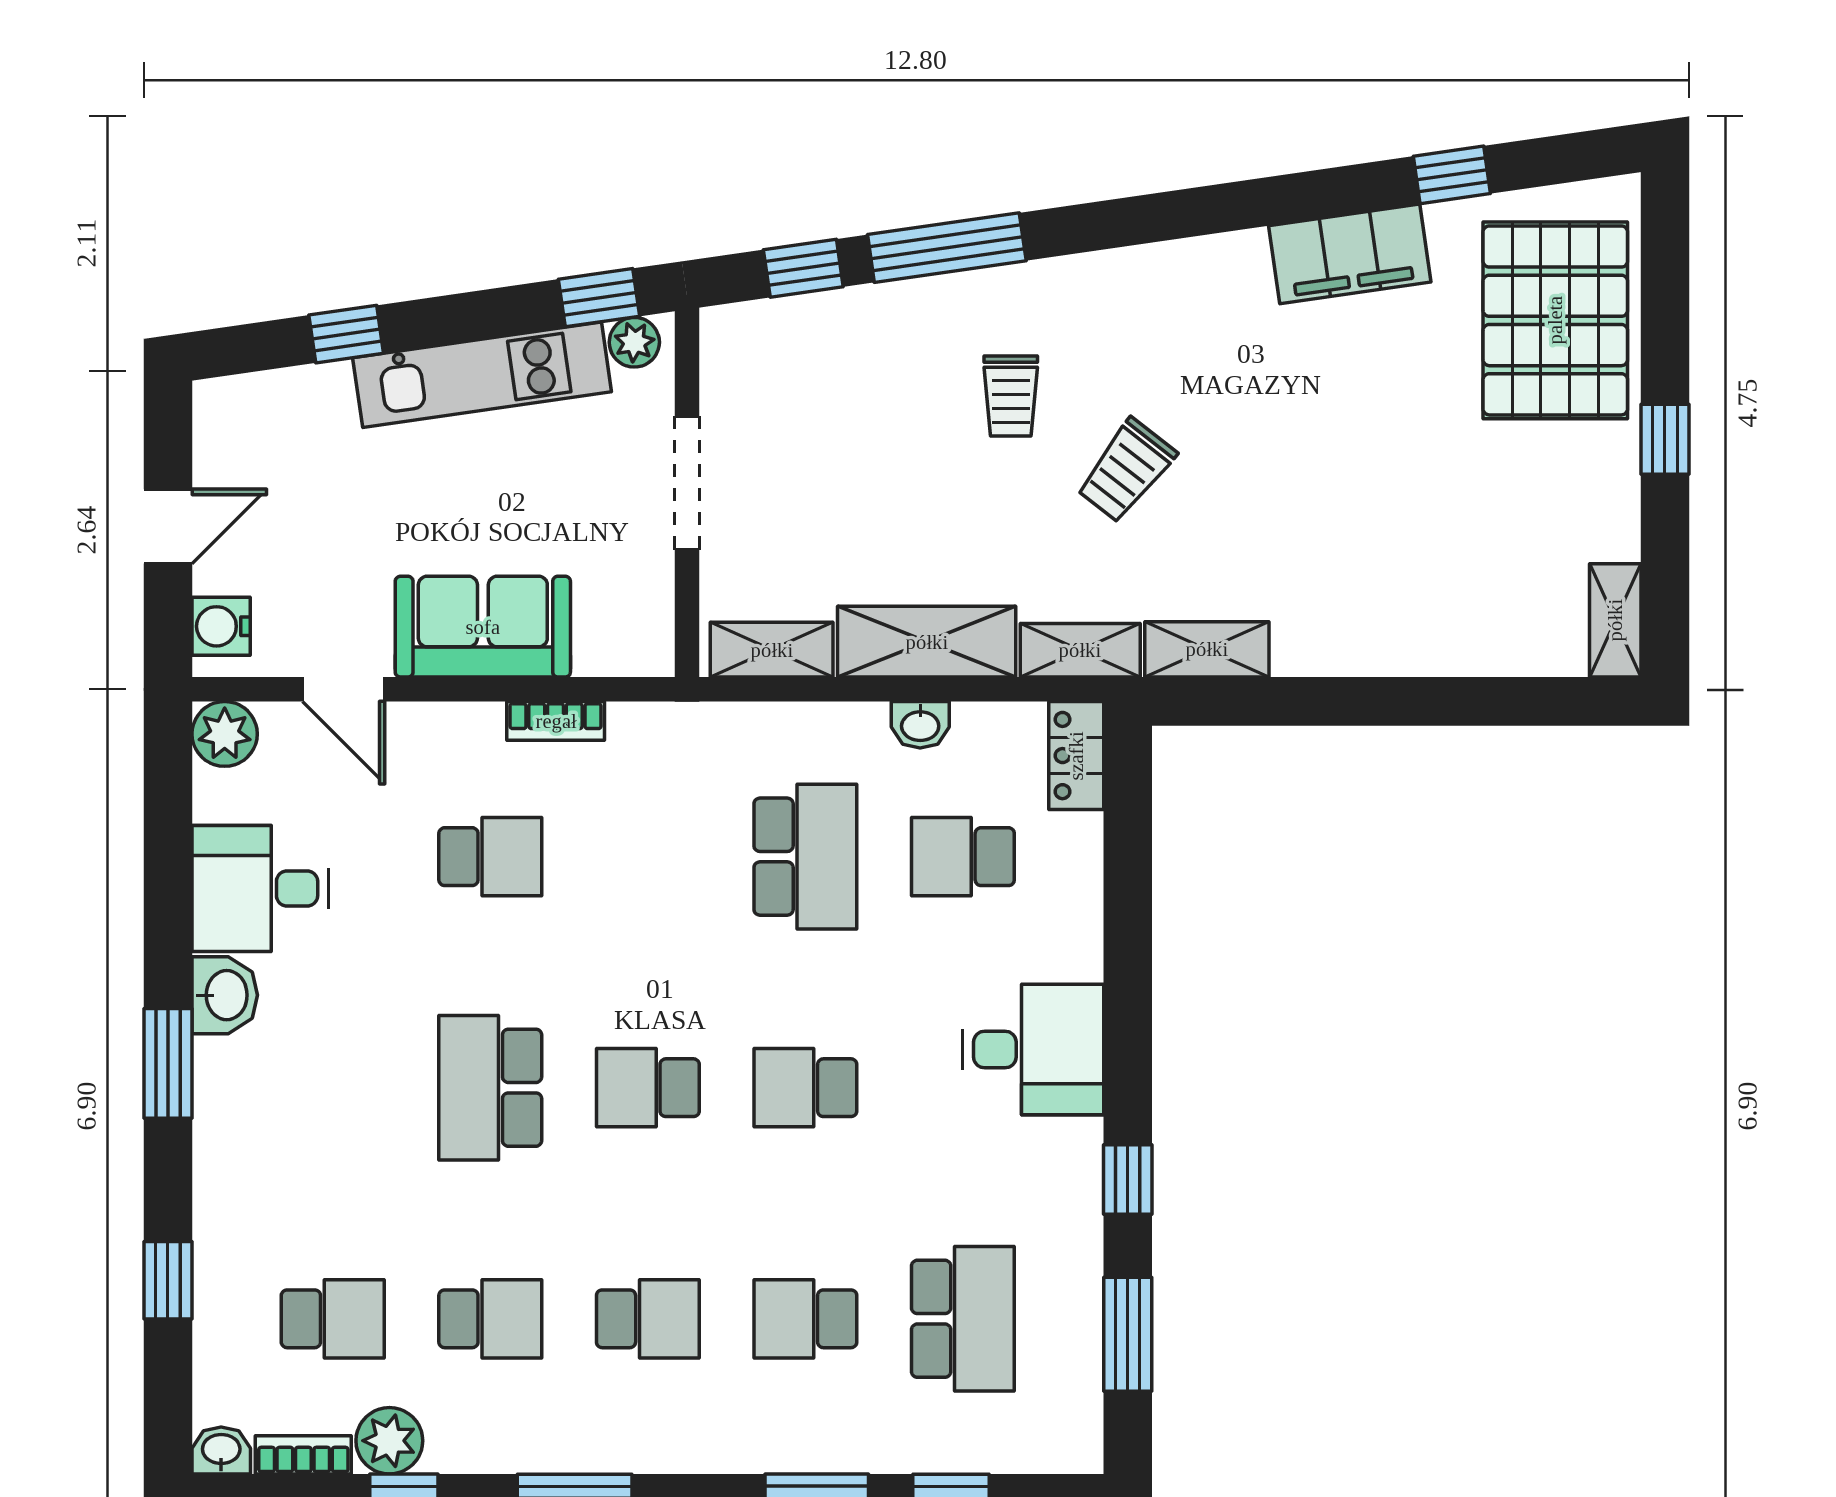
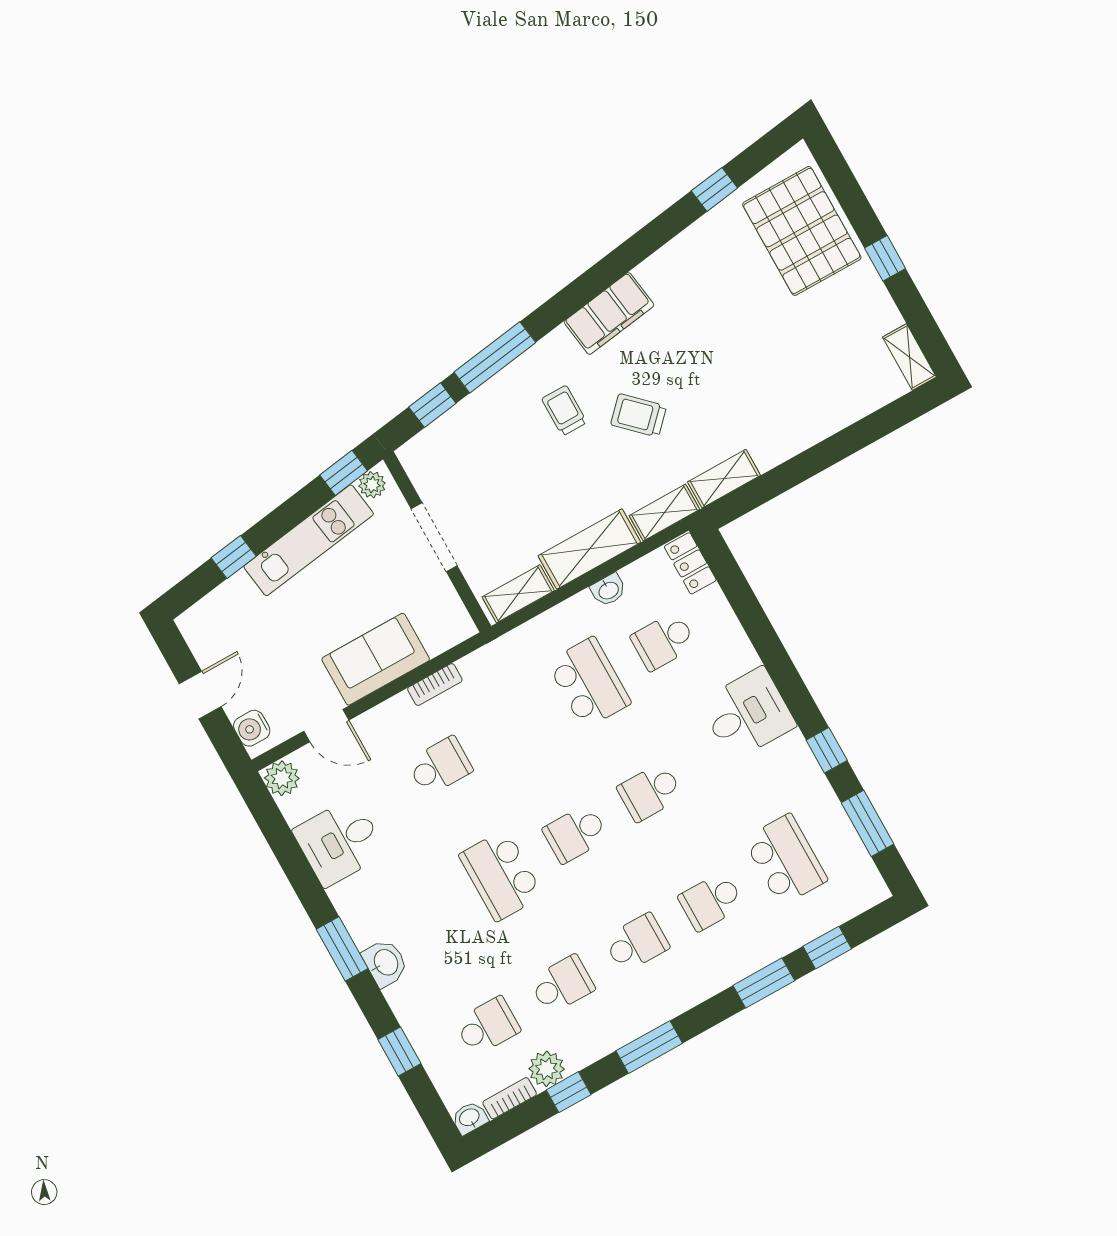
filing cabinet: (1350, 254) -> (609, 313), moved
trolley: (1011, 396) -> (564, 411), turned 180
trolley: (1126, 471) -> (639, 415), turned 96
washbasin: (225, 995) -> (385, 963), moved

